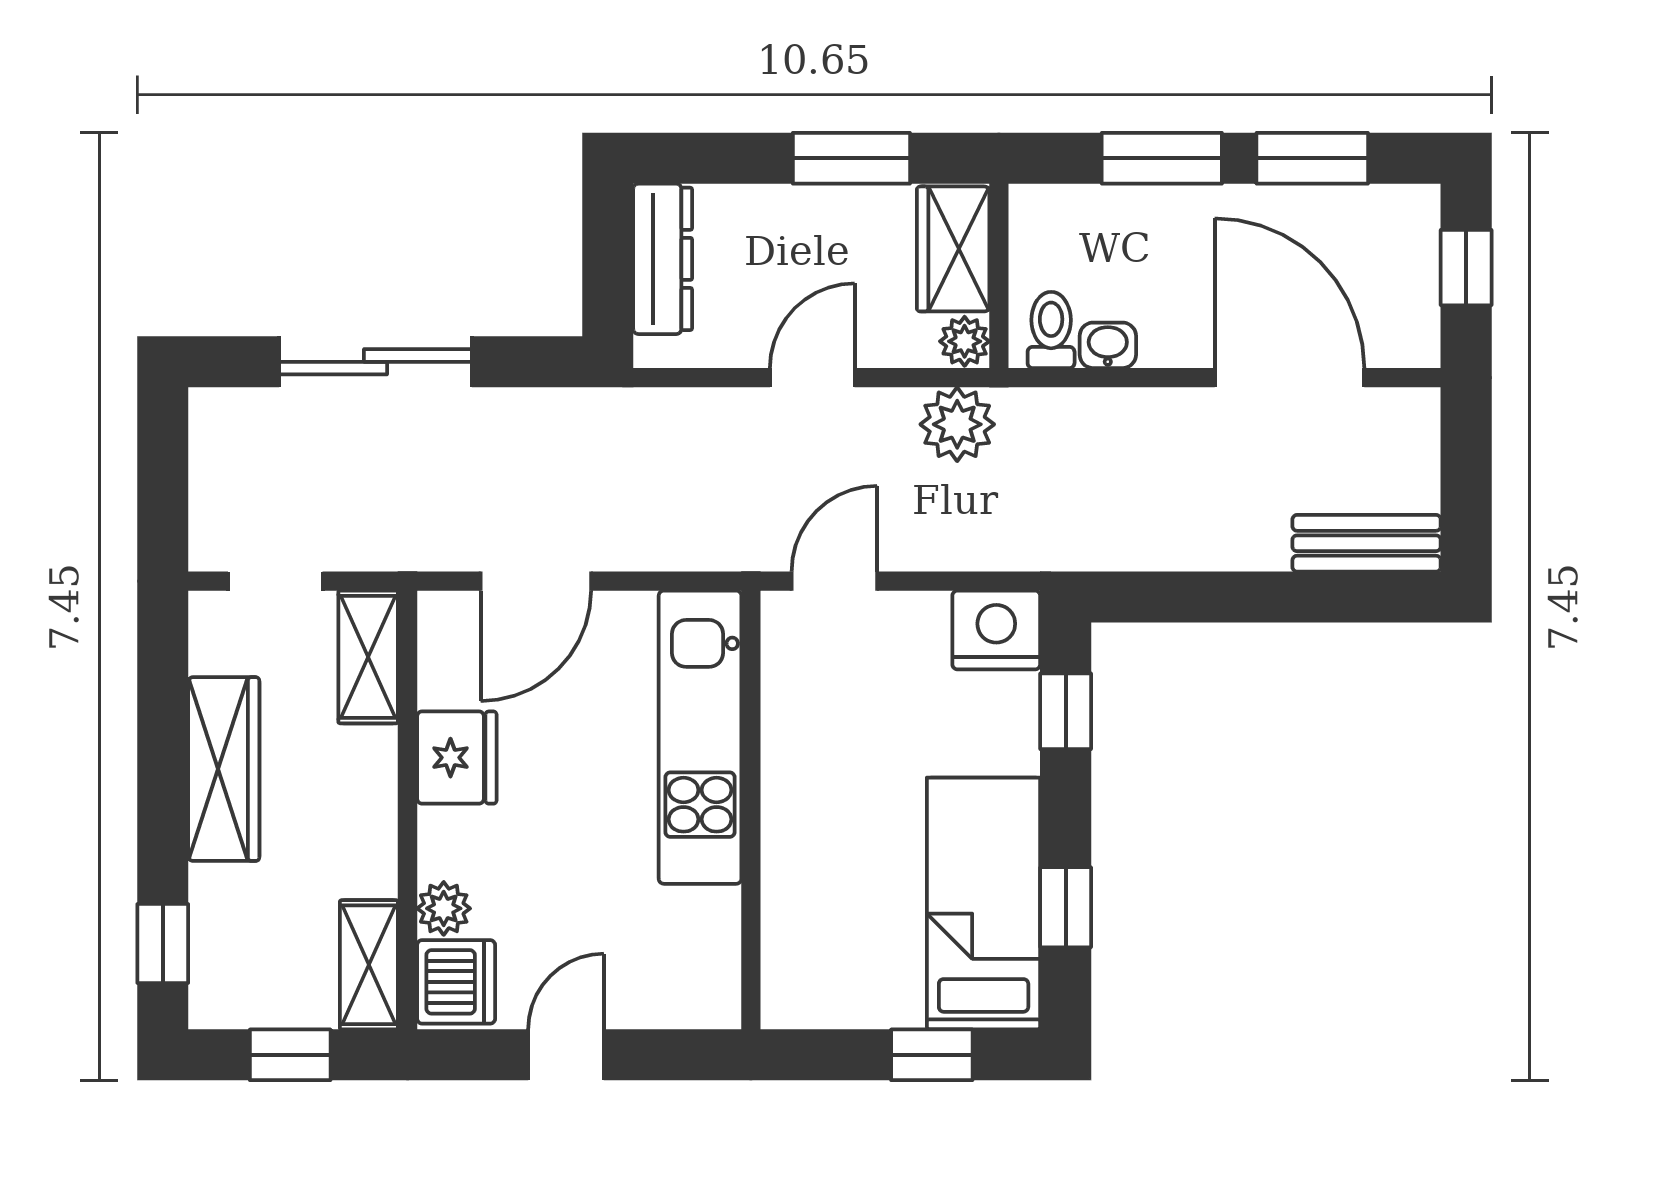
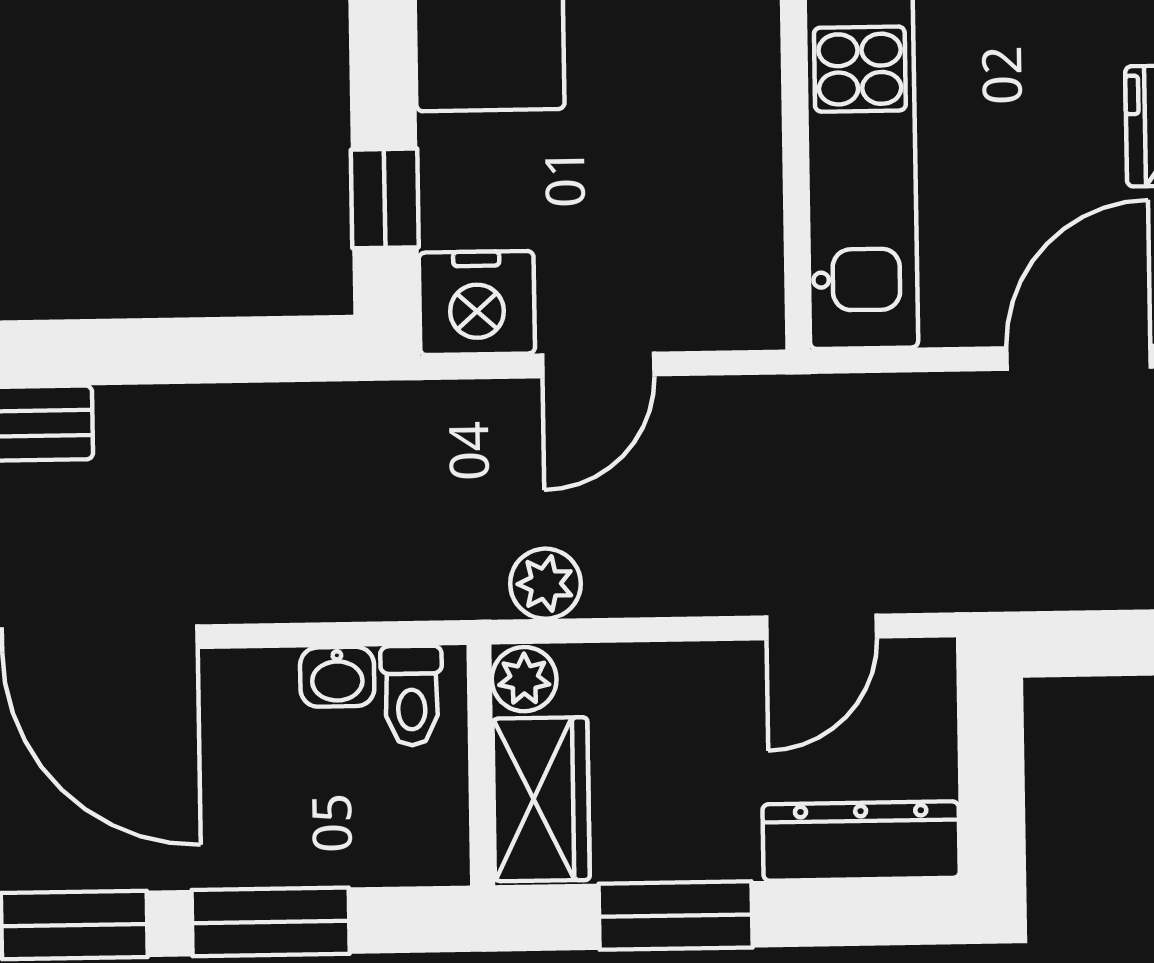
dresser: (663, 259) -> (861, 841), moved, turned 90
door: (812, 378) -> (821, 627), moved
plant: (957, 424) -> (545, 584), width x0.73, depth x0.73
door: (834, 581) -> (598, 365), moved

